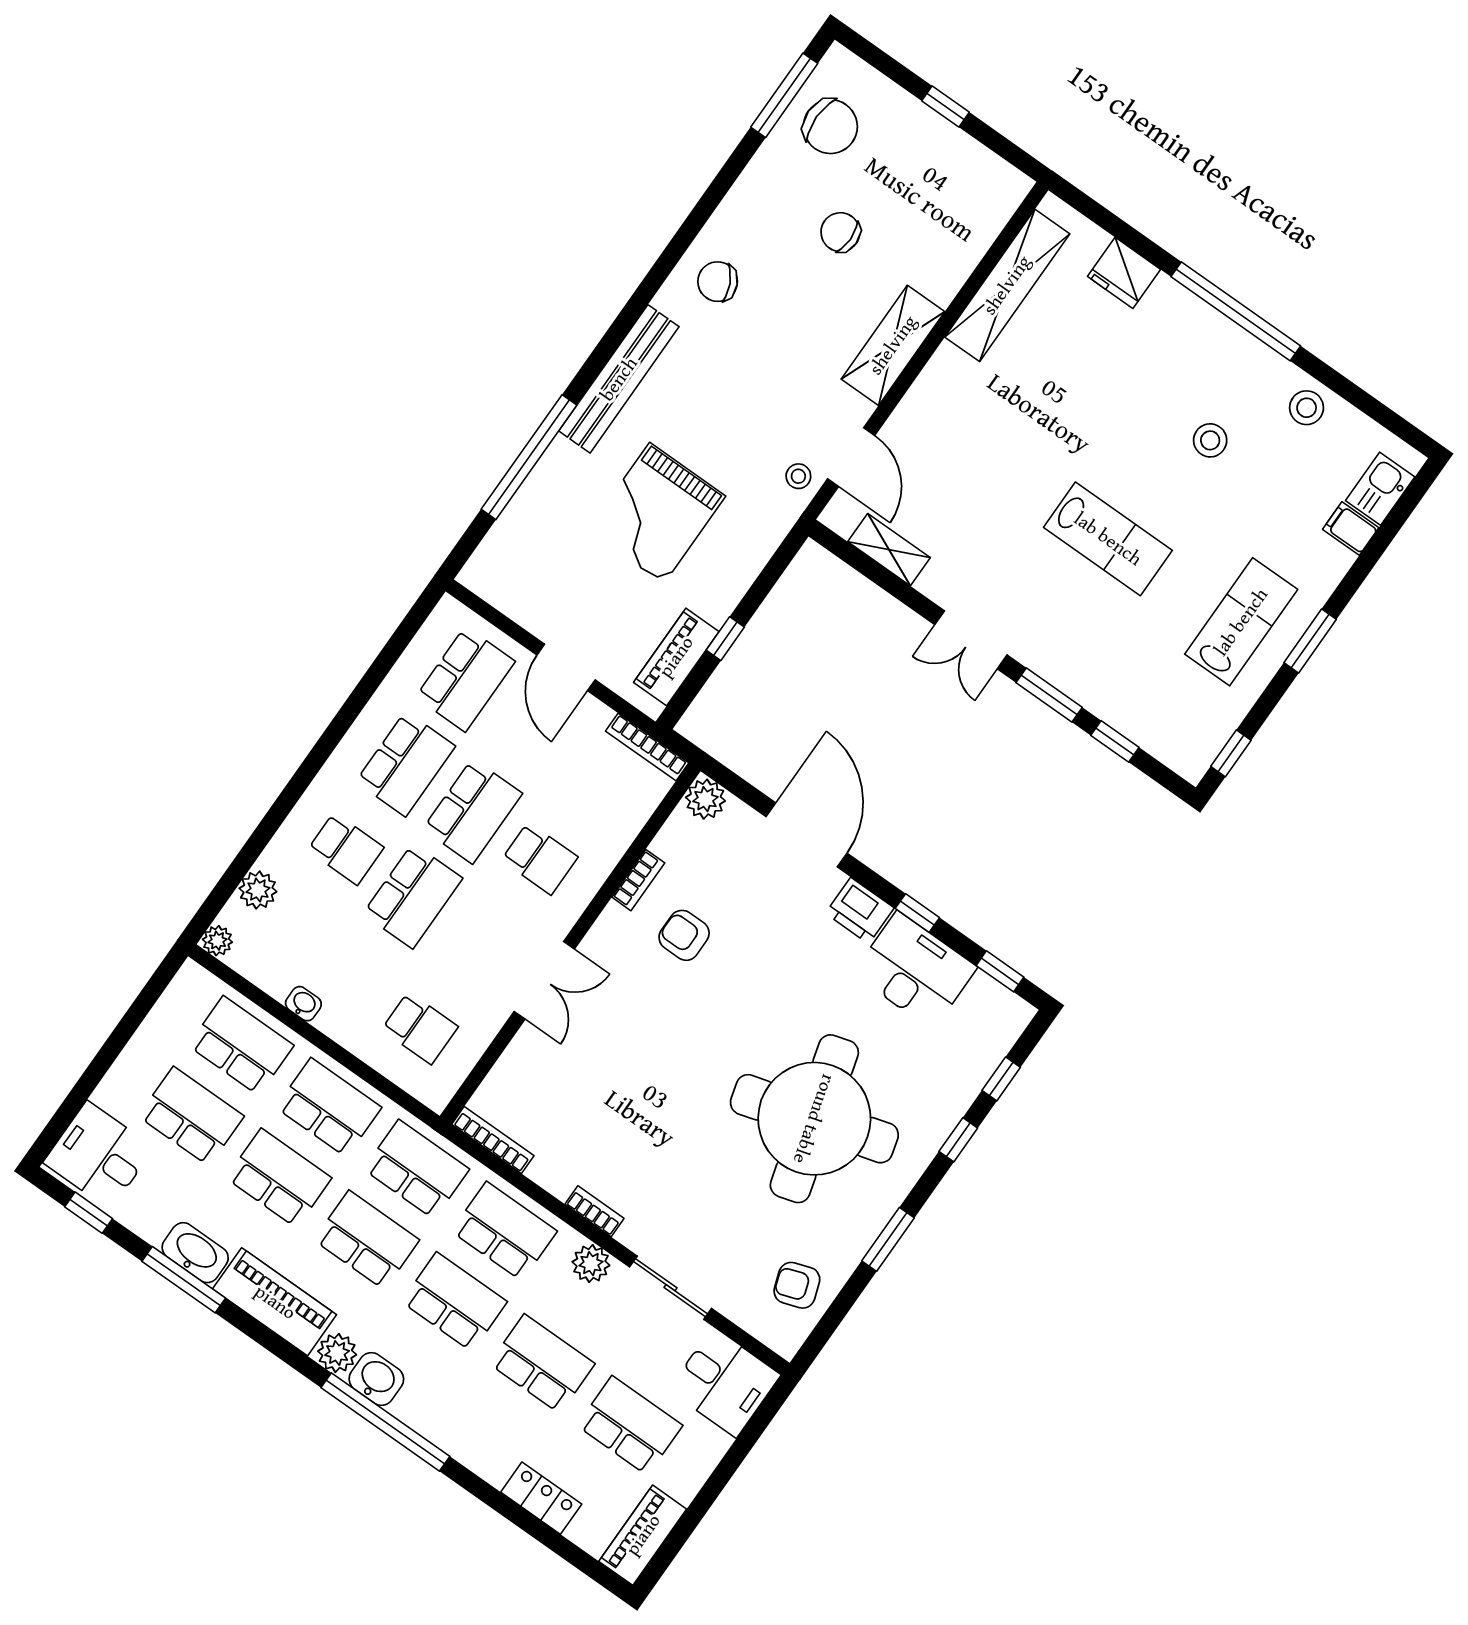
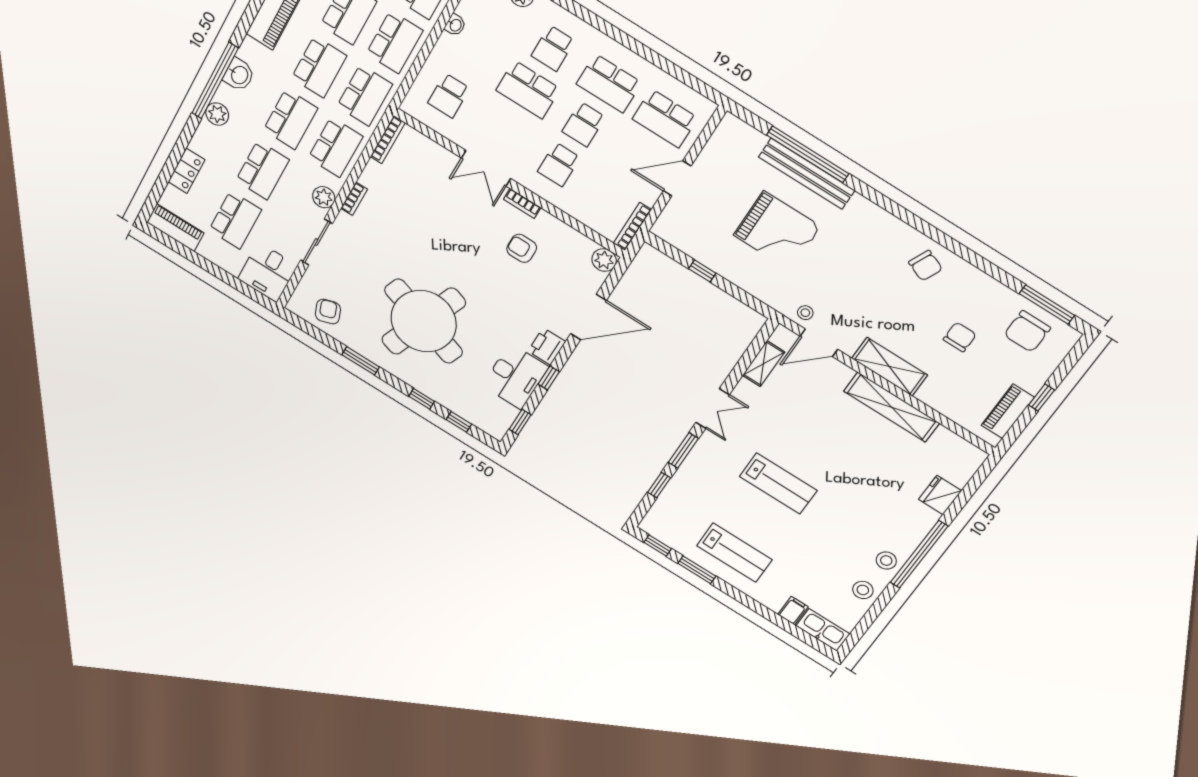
chair: (718, 282) -> (926, 266), turned 139
shelving: (1007, 285) -> (892, 407), moved
bench: (619, 379) -> (807, 174), moved
stool: (1210, 440) -> (886, 561), moved
kitchen sink: (1380, 489) -> (823, 630), width x1.38
grand piano: (657, 513) -> (777, 231), turned 180
lab bench: (1108, 539) -> (778, 483), turned -90
double door: (971, 640) -> (713, 408), swing flipped
window: (1310, 641) -> (697, 570), moved
piano: (676, 657) -> (1008, 411), moved, turned -90
school desk: (473, 811) -> (584, 124), width x0.54
bookcase: (638, 880) -> (522, 203), moved
armchair: (684, 935) -> (522, 248), turned -90
round table: (814, 1119) -> (424, 321), turned 36
plant: (337, 1353) -> (217, 114), moved

